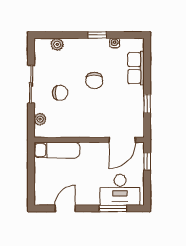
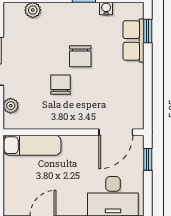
chair: (60, 93) -> (61, 85), moved, turned -90
window: (147, 104) -> (148, 31), moved

